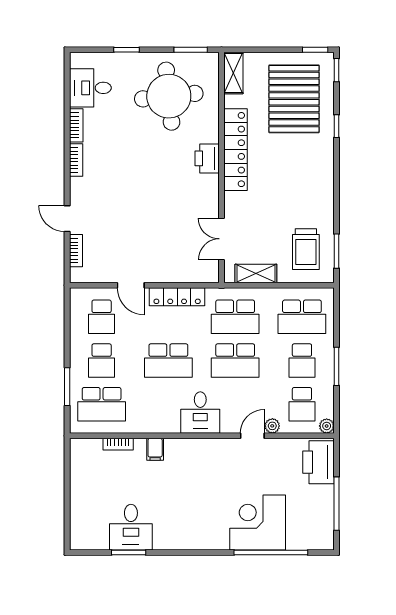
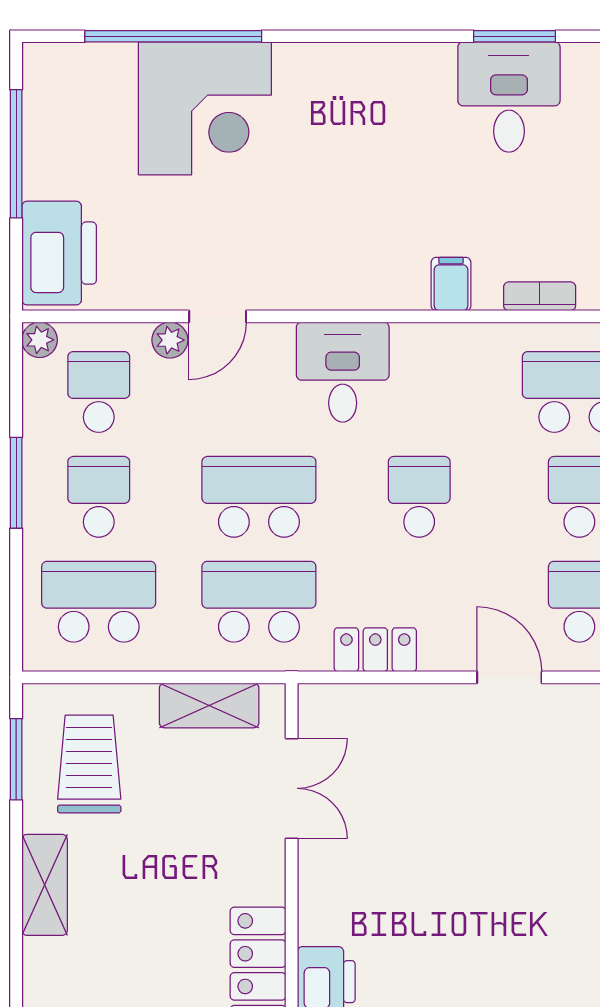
shelving: (325, 199) -> (45, 885), added
locker: (177, 297) -> (375, 650), width x0.66
school desk: (168, 361) -> (419, 497), width x0.54

